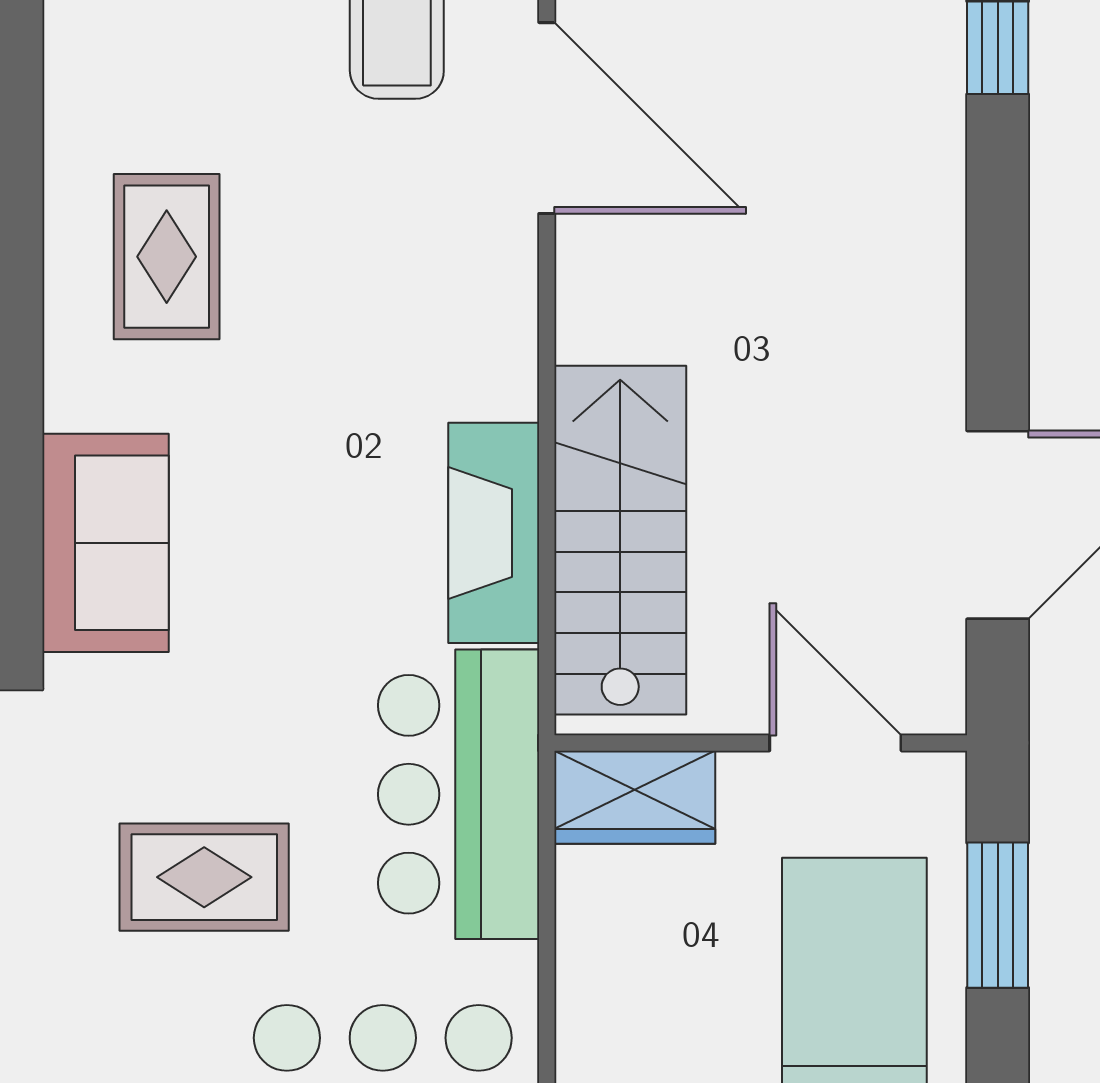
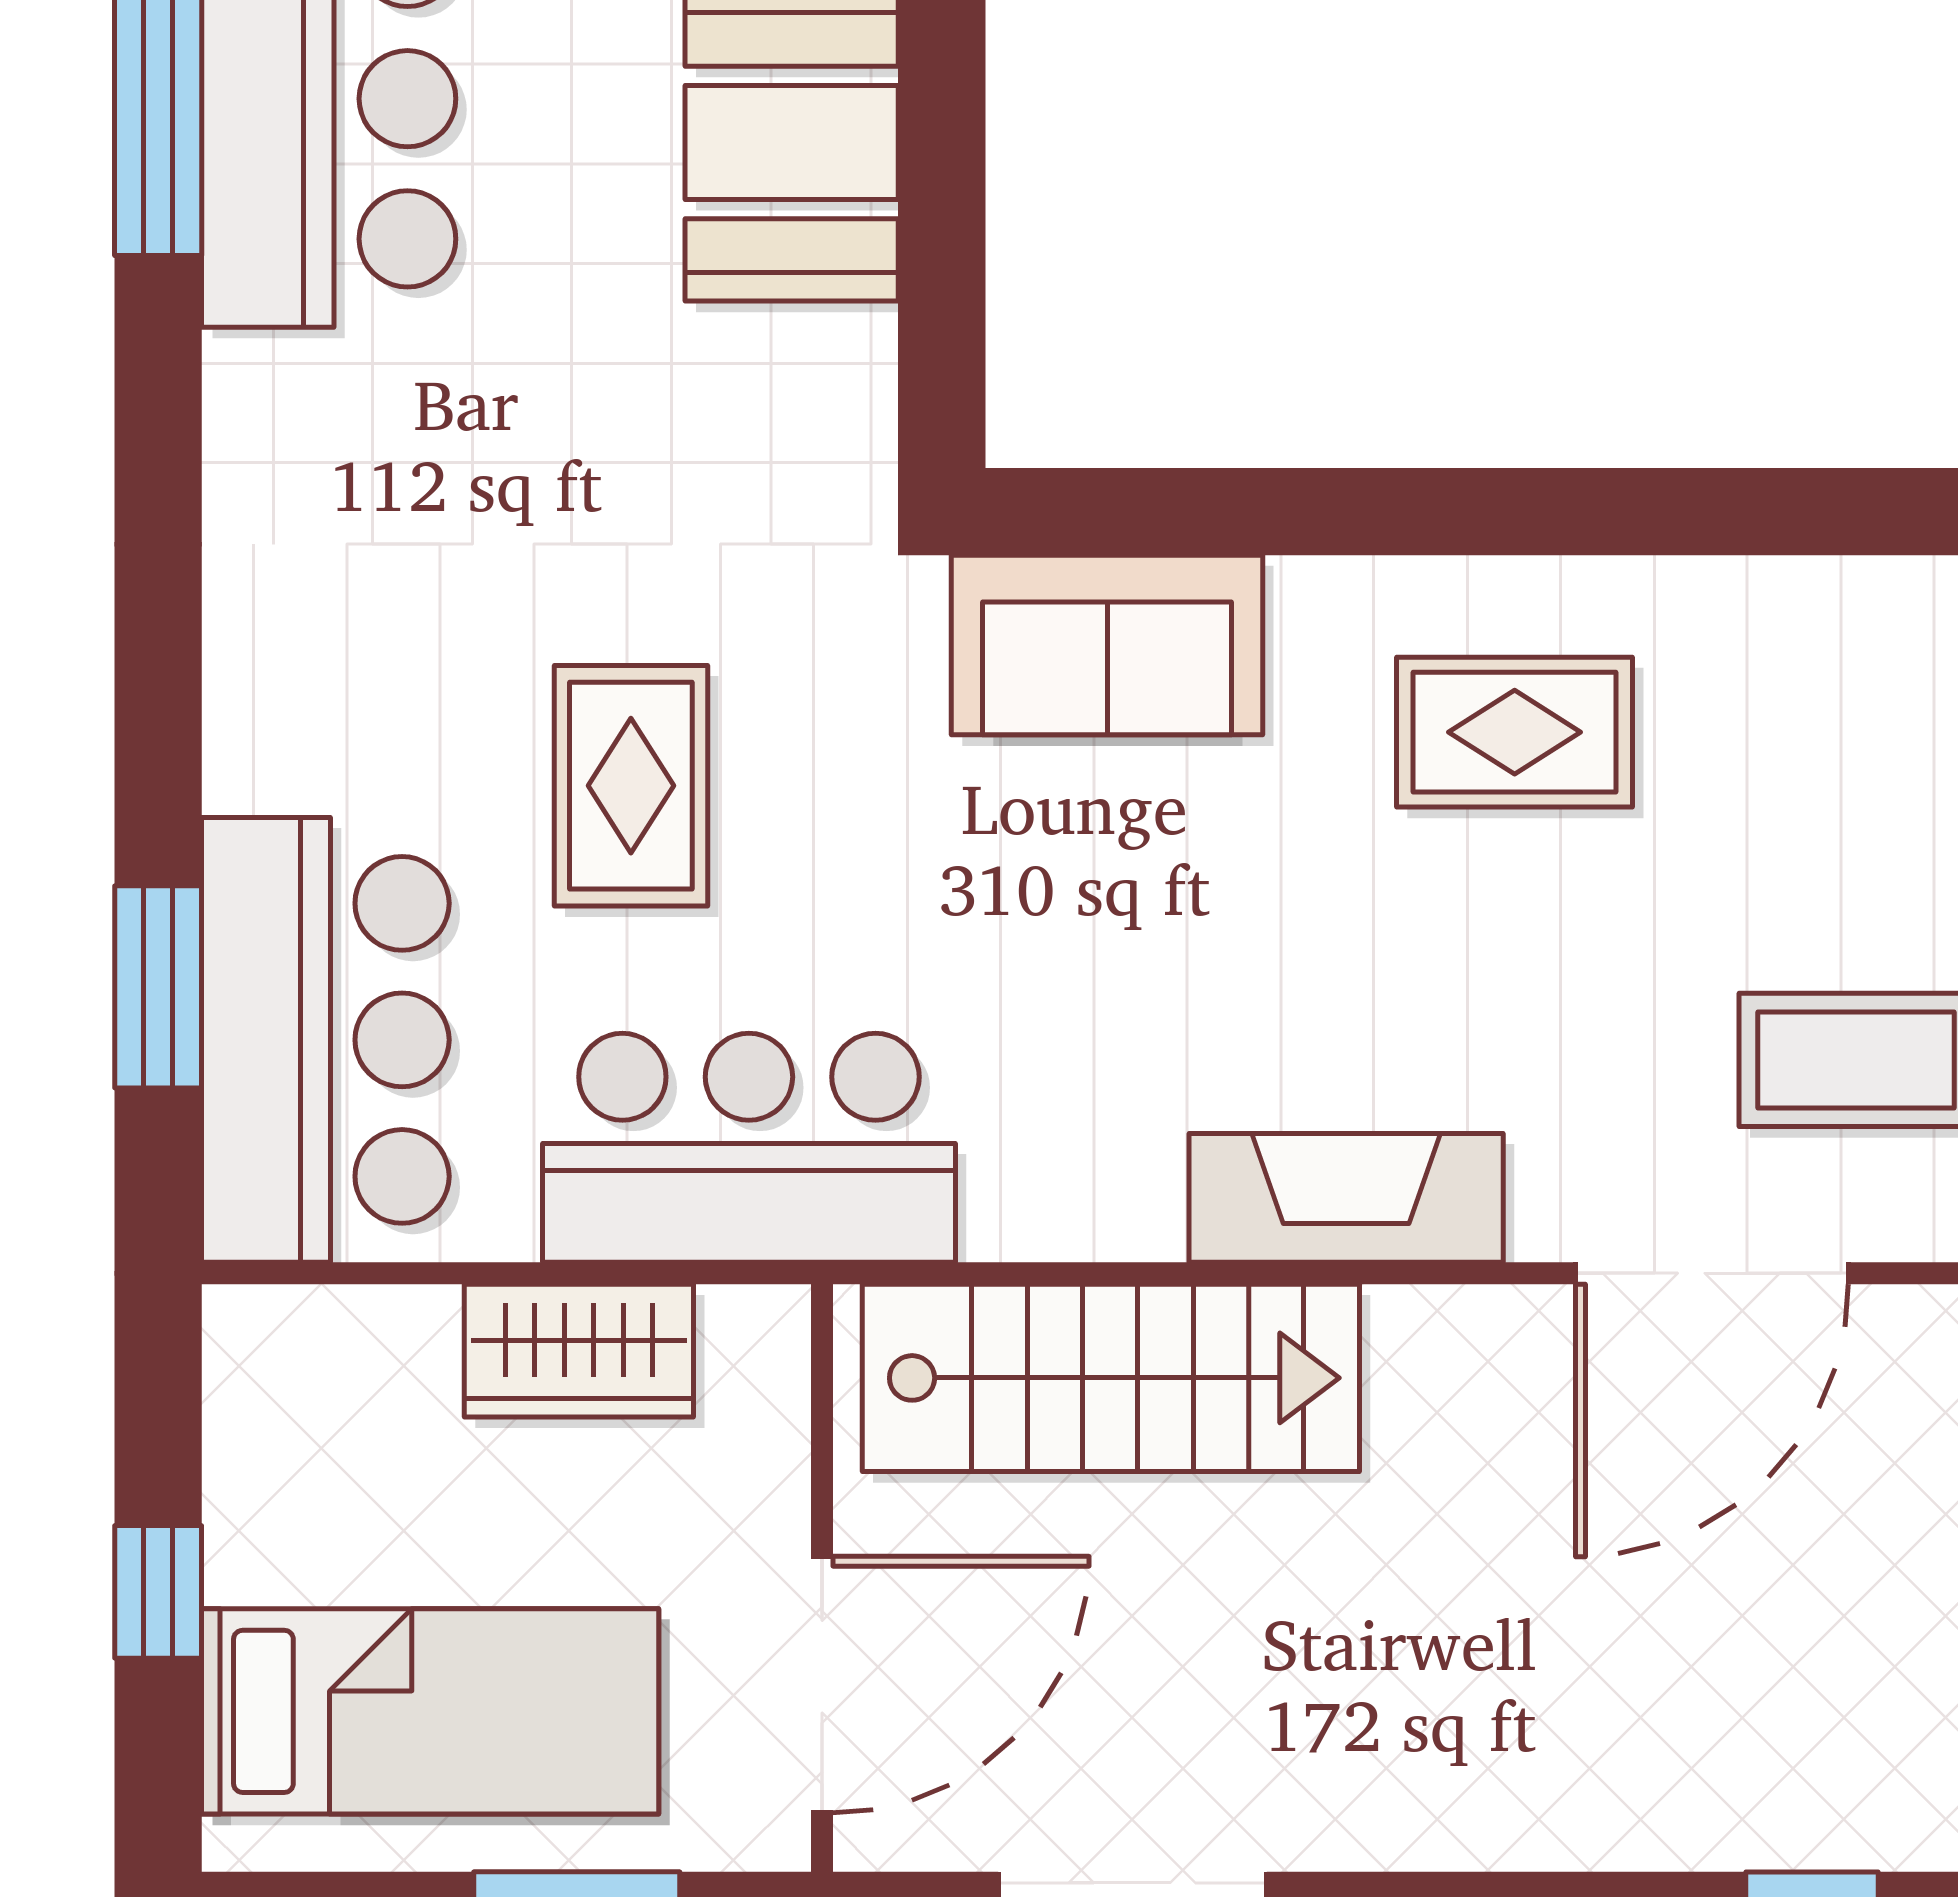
fireplace: (494, 533) -> (1346, 1198), moved
door: (835, 743) -> (822, 1685), width x1.36
wardrobe: (635, 797) -> (579, 1351), moved, turned -90

